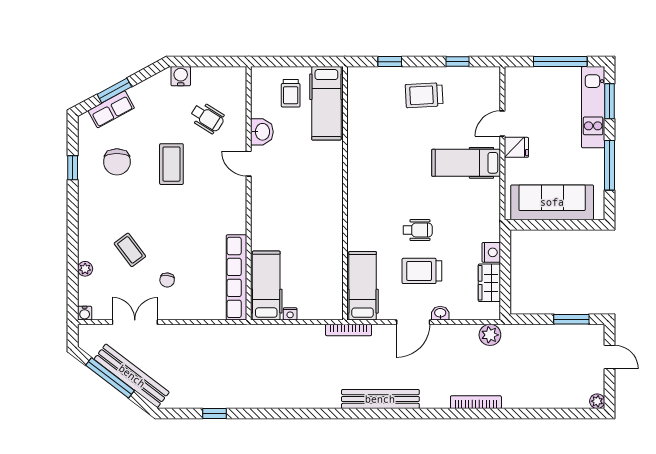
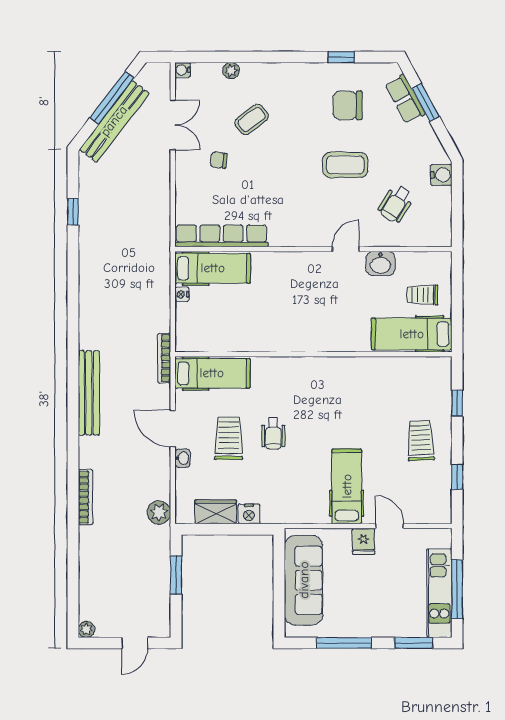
kitchen unit: (593, 107) -> (439, 593), moved, turned -90
window: (571, 319) -> (176, 575), moved

